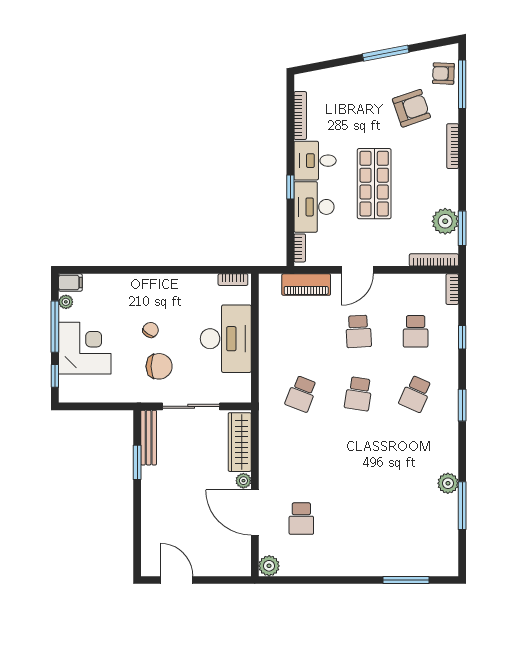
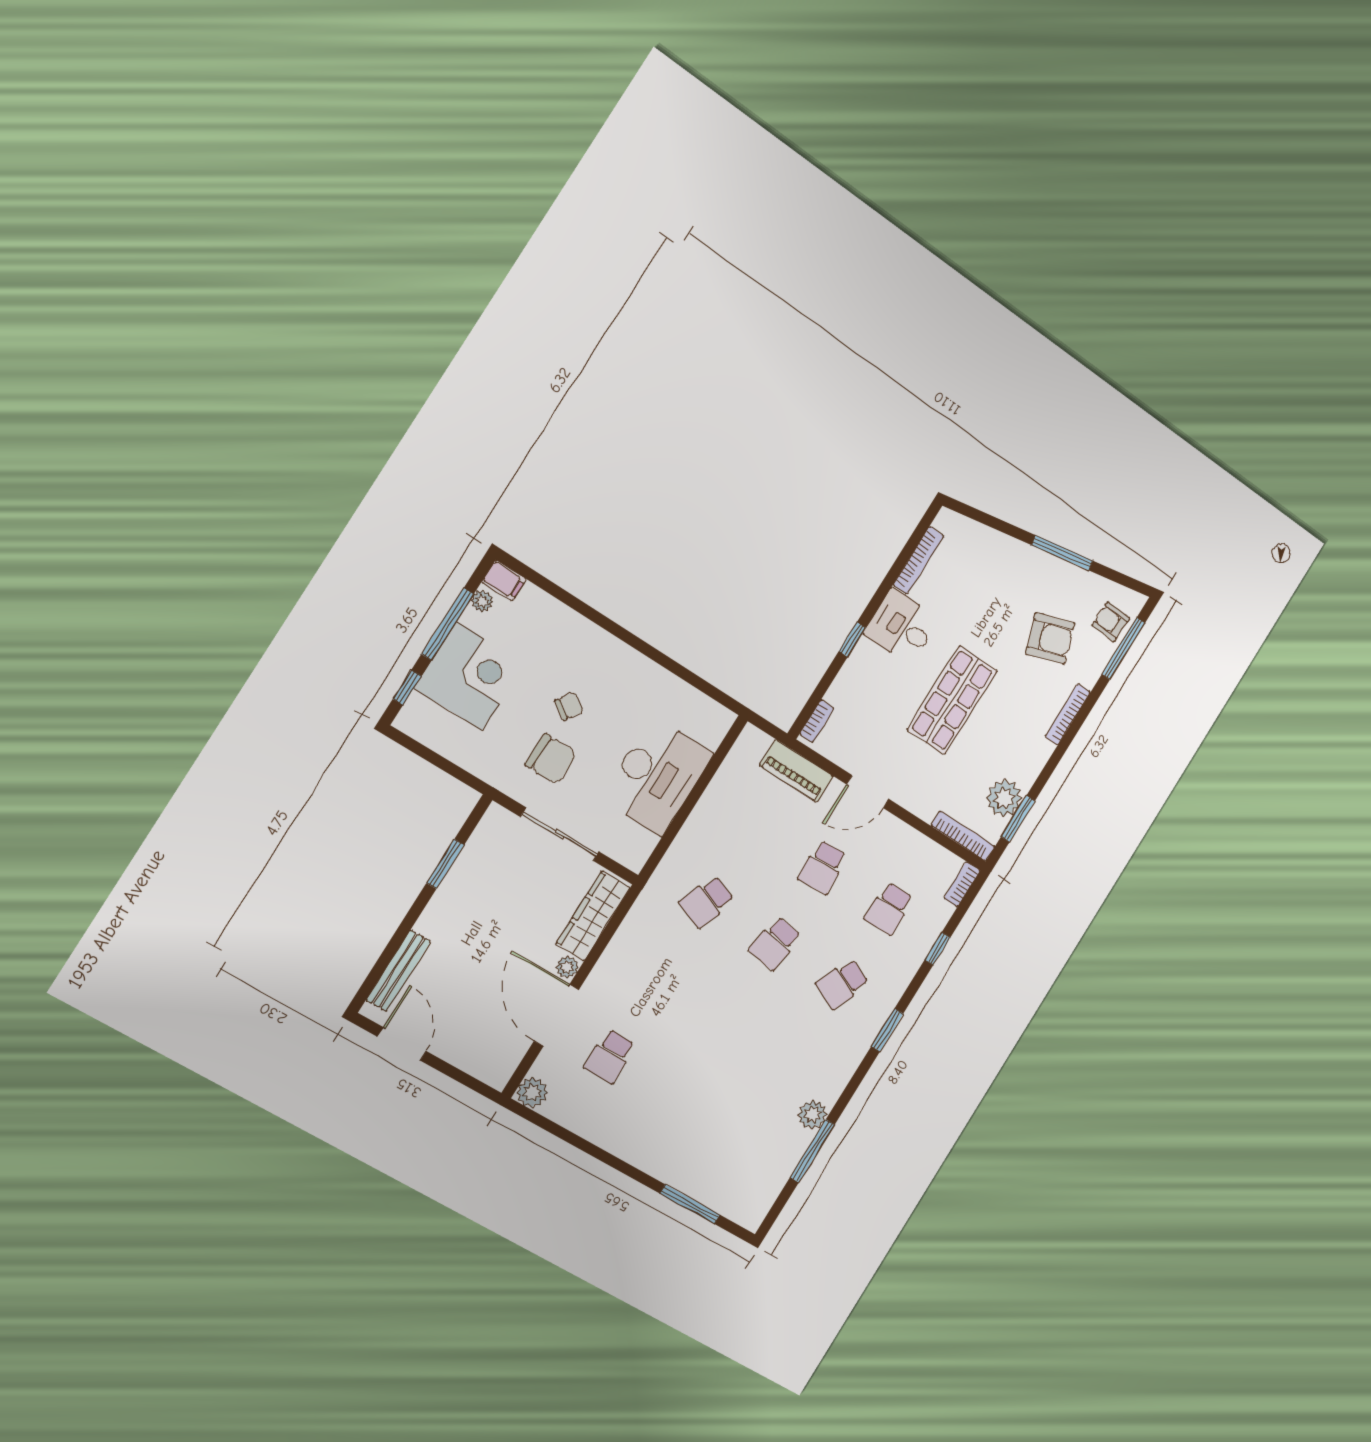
desk: (314, 207) -> (865, 682), removed
bookcase: (233, 280) -> (712, 708), removed
bench: (149, 438) -> (398, 971), moved

